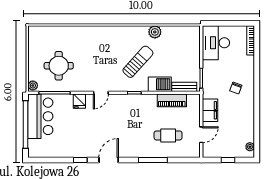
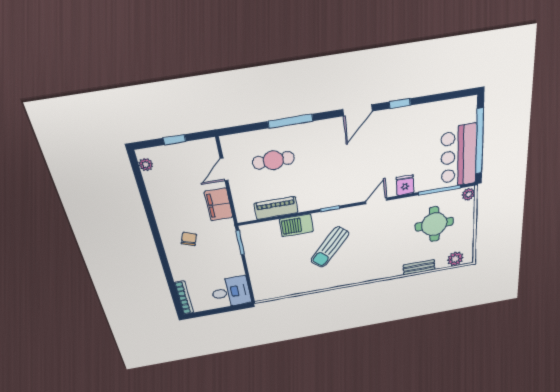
plant: (155, 32) -> (455, 259), moved
desk: (216, 43) -> (231, 292), width x0.73
bench: (184, 87) -> (419, 267), moved

